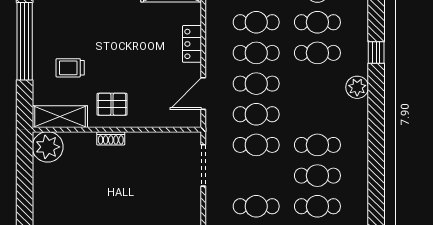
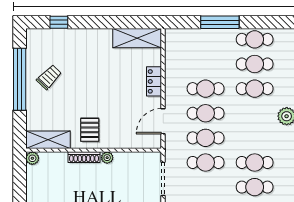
cafe table: (256, 22) -> (206, 64), removed
trolley: (70, 68) -> (49, 77), moved, turned 134
pallet: (112, 104) -> (90, 130), turned 90
shoe rack: (111, 138) -> (84, 157), width x1.43
plant: (134, 139) -> (107, 158), added
plant: (48, 147) -> (32, 158), width x0.53, depth x0.53

